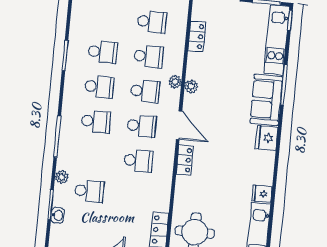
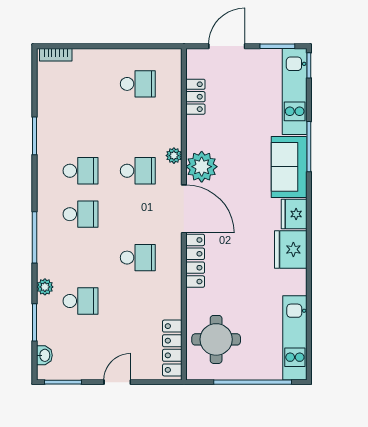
school desk: (103, 52) -> (81, 127), removed
school desk: (148, 56) -> (138, 127), removed
plant: (191, 86) -> (202, 167), width x1.87, depth x1.87
door: (179, 125) -> (184, 209), width x1.36
school desk: (142, 126) -> (138, 214), removed
locker: (185, 160) -> (195, 261), width x1.53
fridge: (262, 194) -> (291, 249), moved, width x1.88, depth x1.34
washbasin: (58, 215) -> (44, 355), moved

